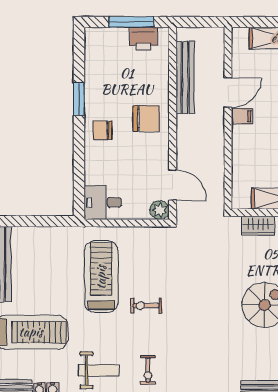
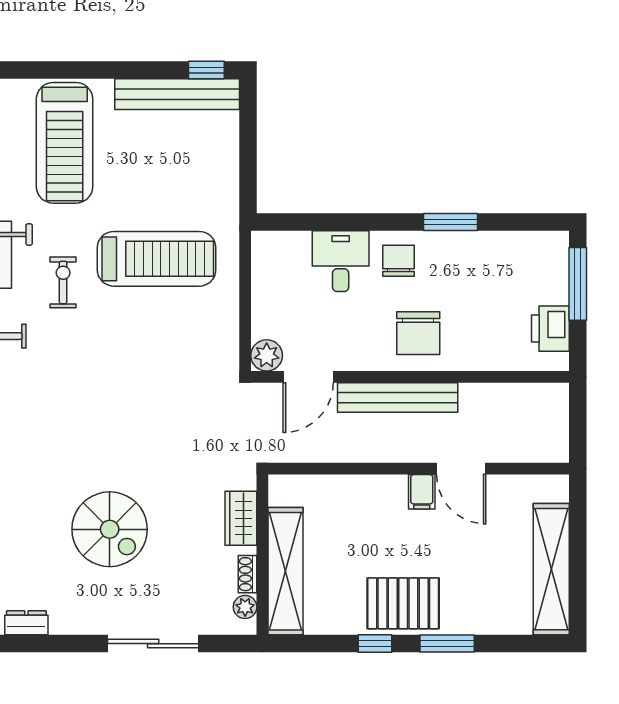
window: (131, 22) -> (578, 284), moved
bench: (185, 77) -> (398, 398), moved
desk: (103, 202) -> (341, 261), moved
exercise bike: (146, 306) -> (63, 282), moved

